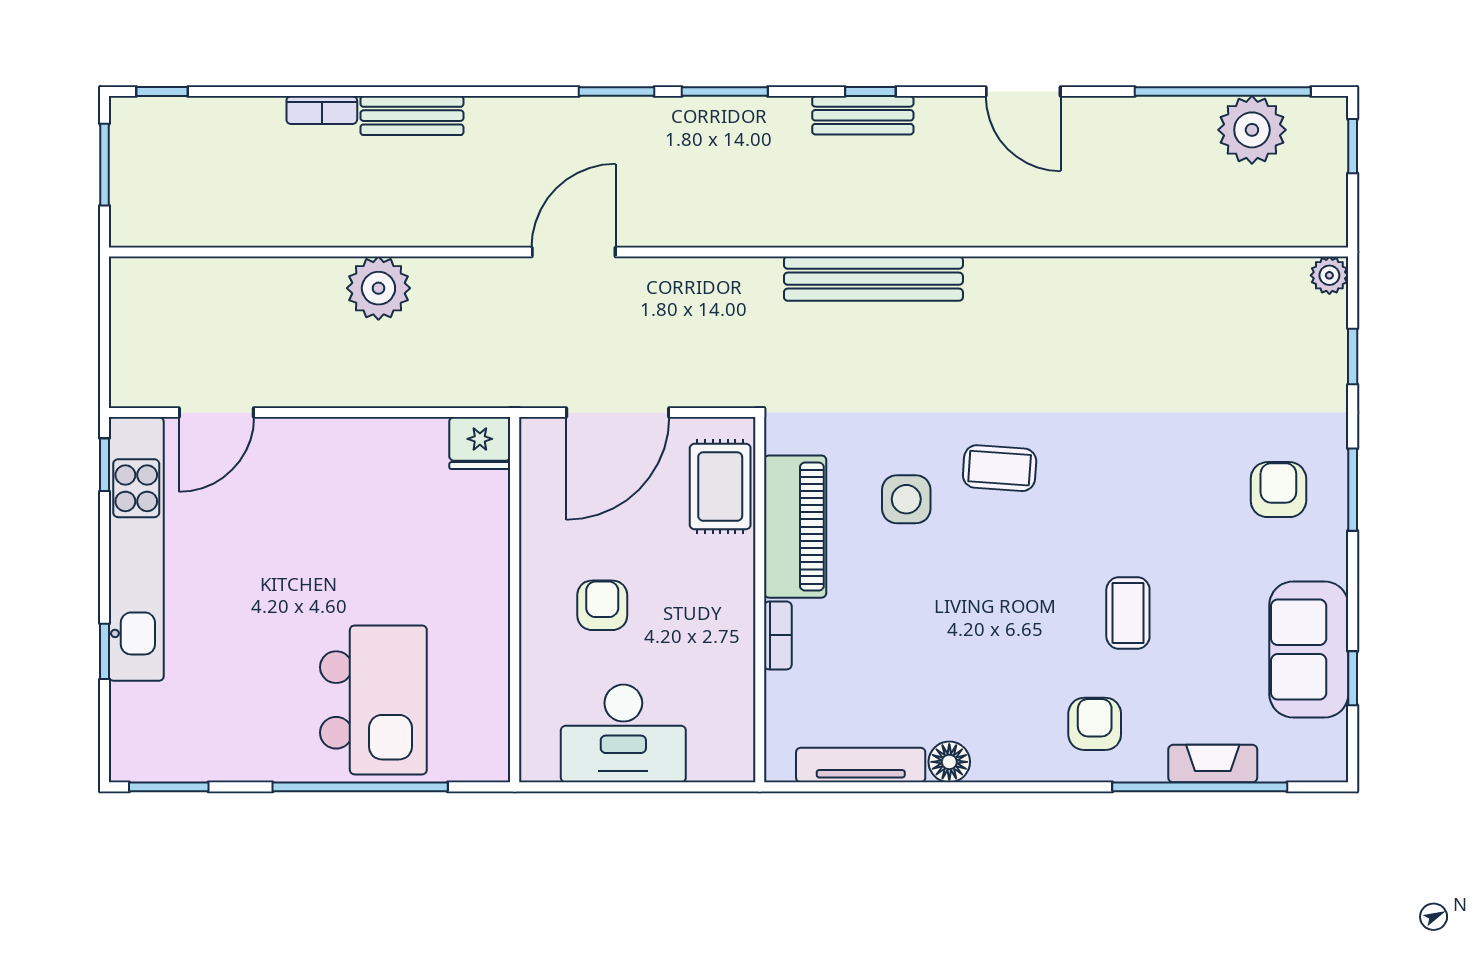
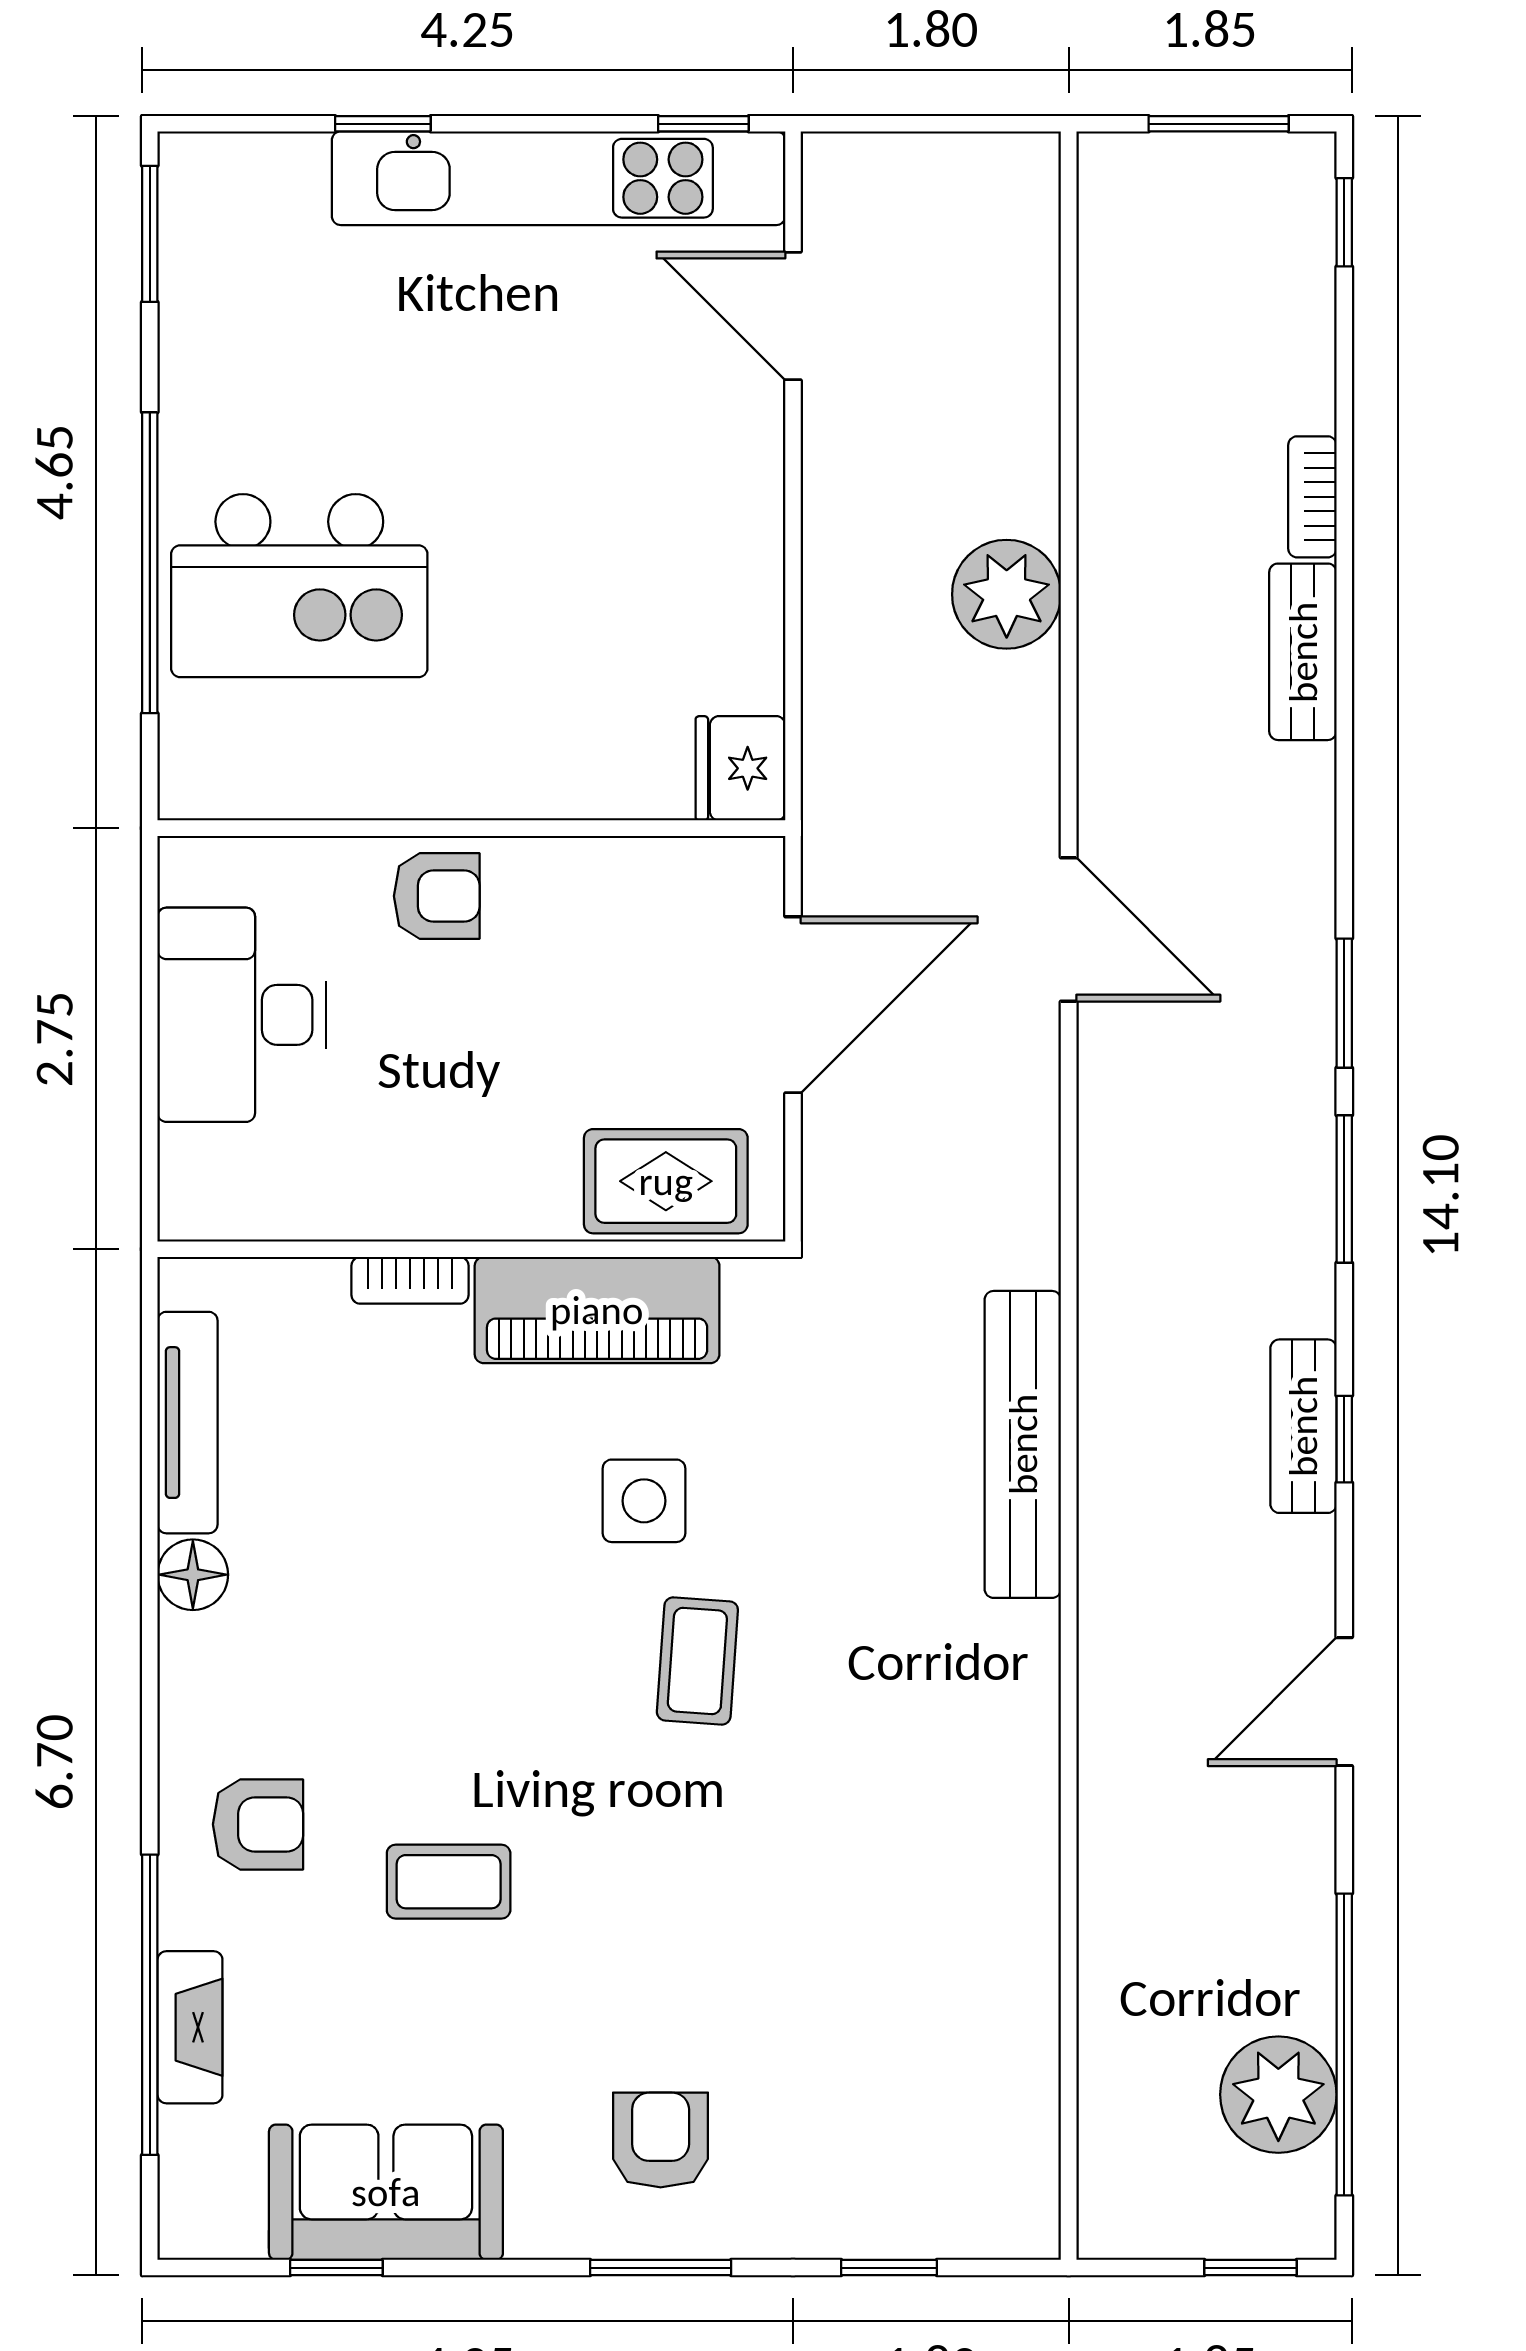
plant: (1329, 275) -> (1029, 2228), removed
door: (618, 412) -> (793, 1005), swing flipped
armchair: (1278, 490) -> (661, 2140), turned -90
armchair: (602, 605) -> (437, 896), moved

